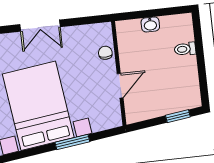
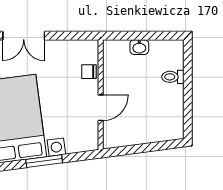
chair: (105, 53) -> (89, 72), turned -90
window: (178, 116) -> (158, 146), removed

